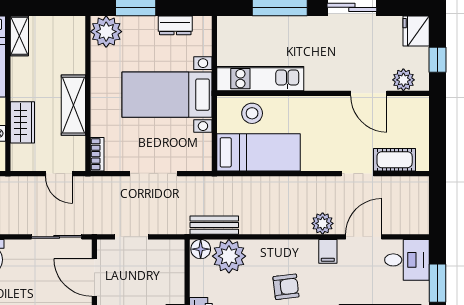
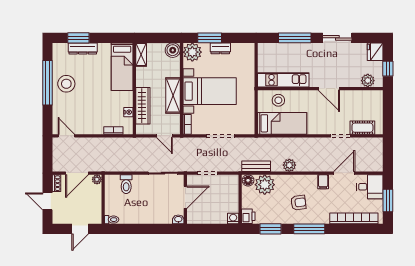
dresser: (175, 25) -> (220, 48), moved
boiler: (73, 28) -> (173, 50), added
door: (369, 93) -> (329, 89), moved
bed with nightstands: (167, 95) -> (210, 91), moved, turned 180
wardrobe: (22, 122) -> (143, 106), width x1.50
plant: (323, 223) -> (289, 165), moved
door: (94, 278) -> (185, 197), swing flipped

